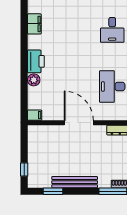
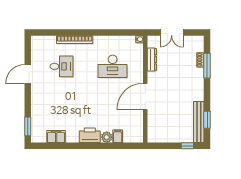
filing cabinet: (35, 115) -> (118, 136), moved
bench: (75, 182) -> (199, 122), moved

